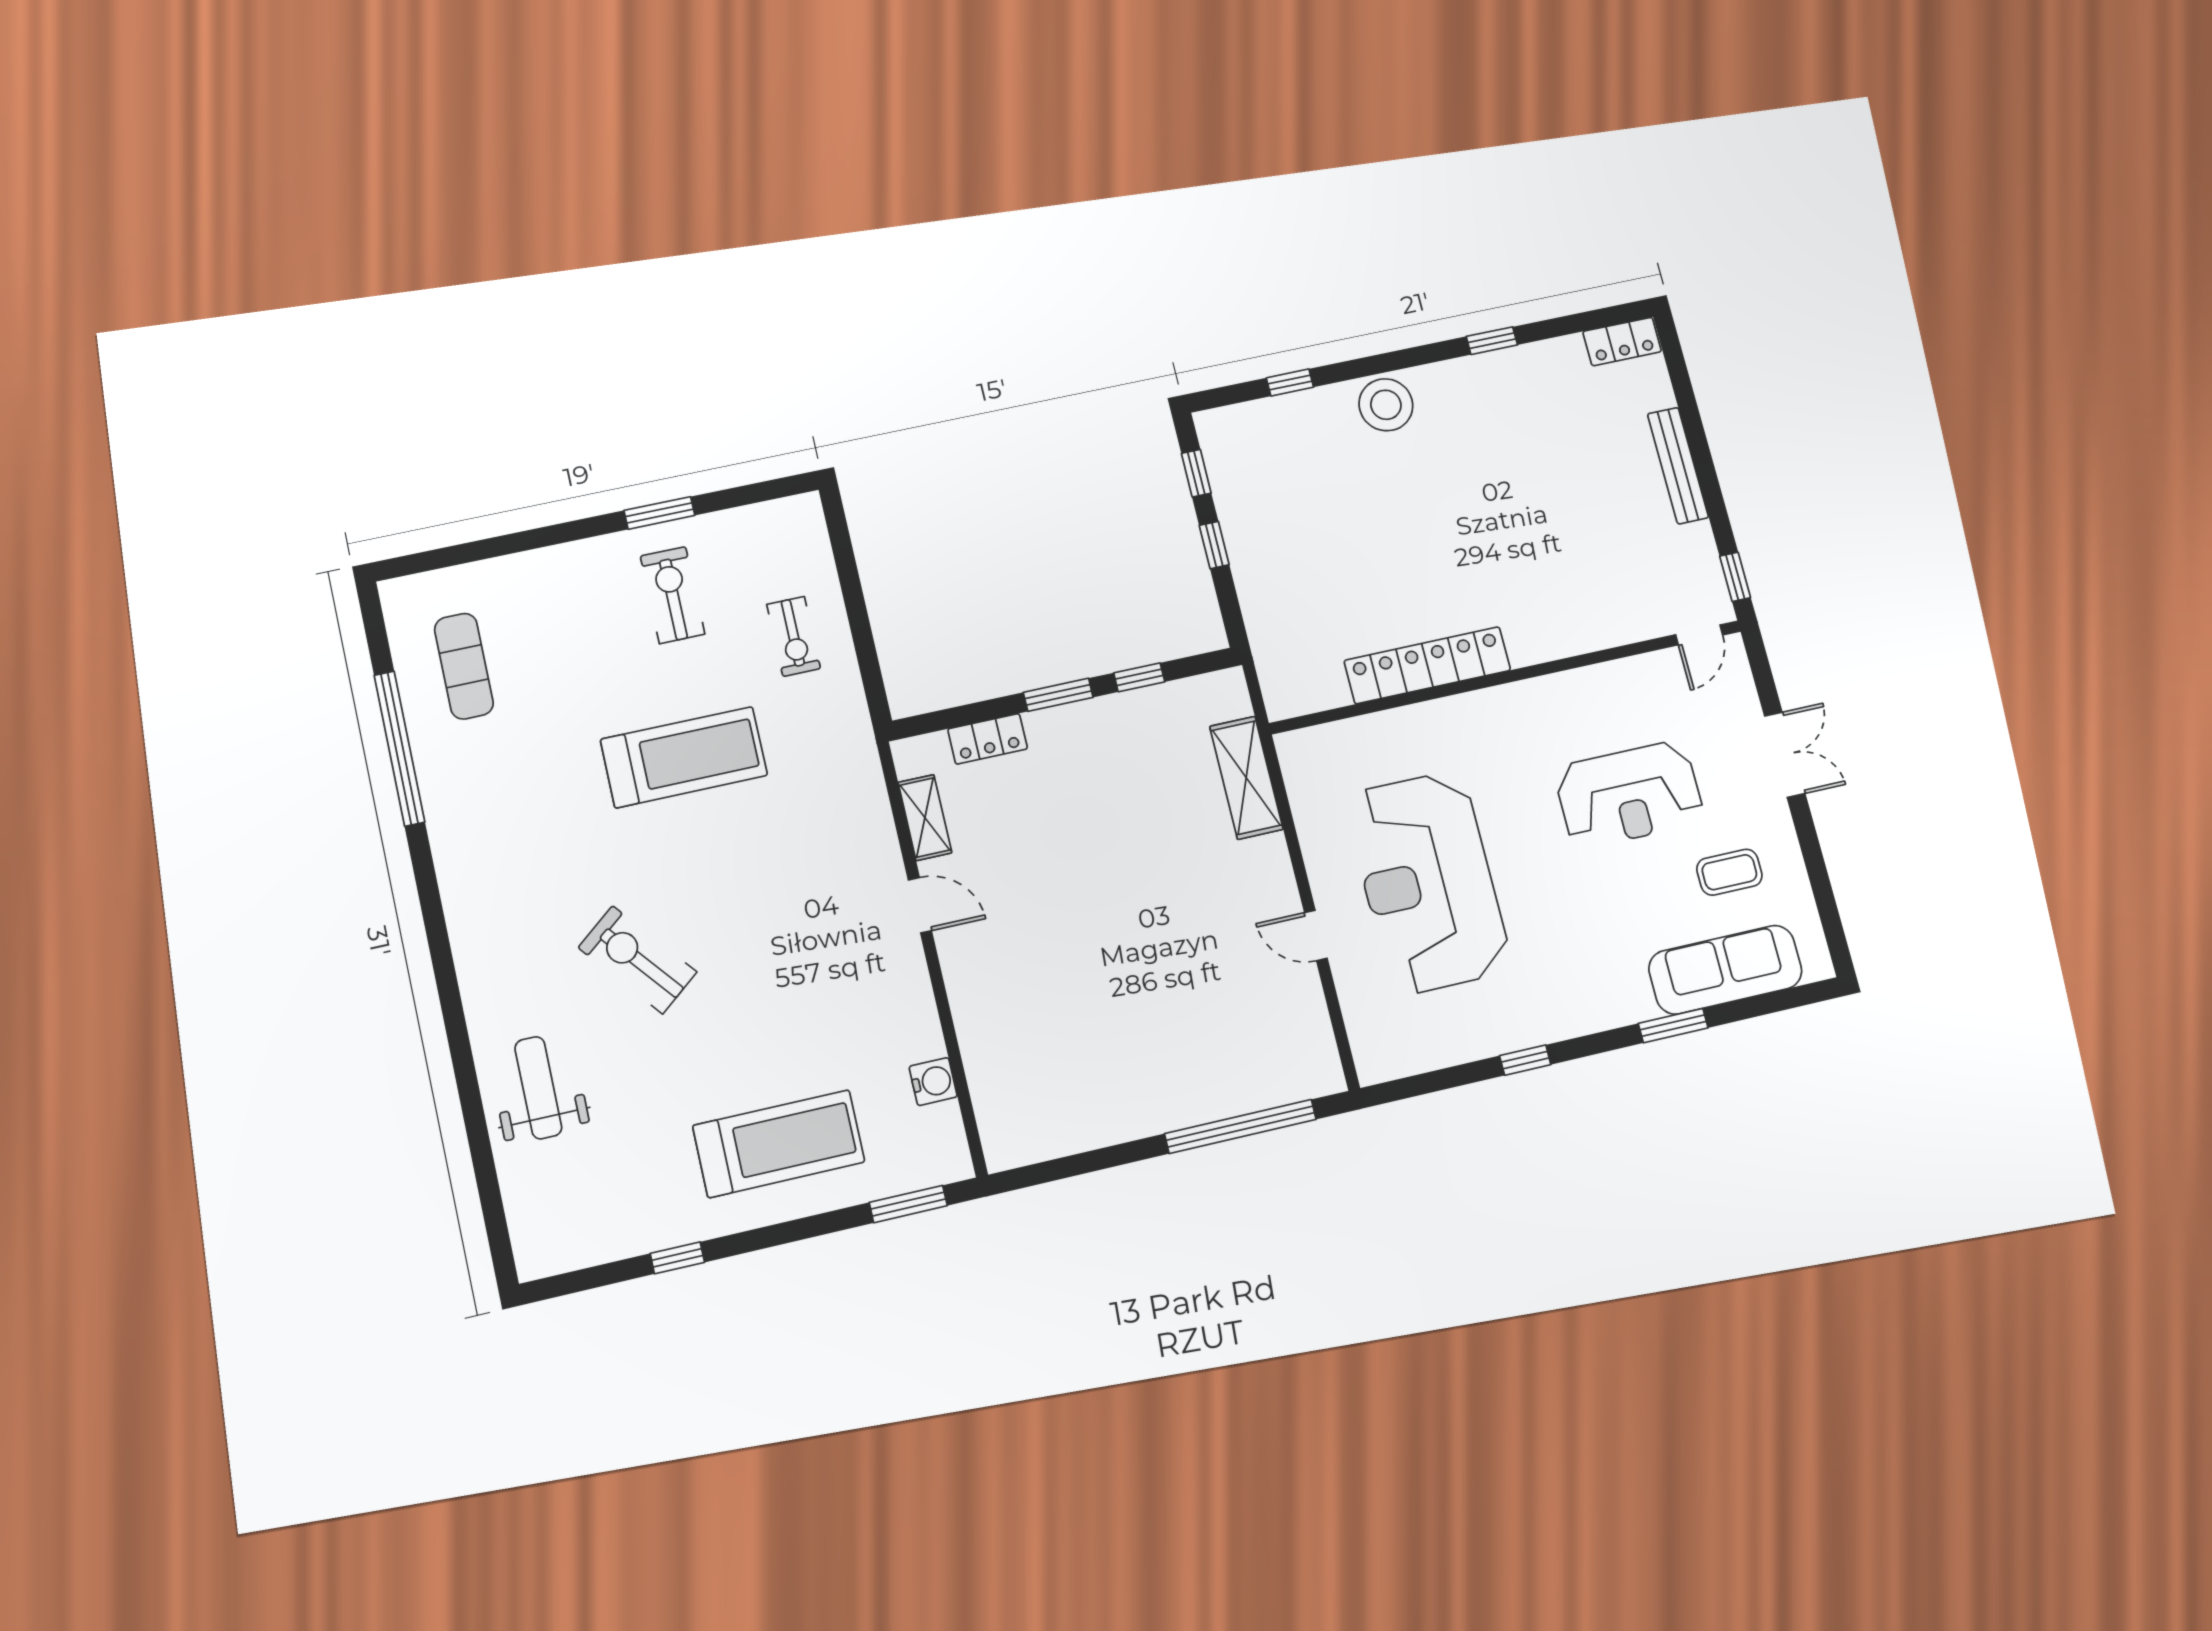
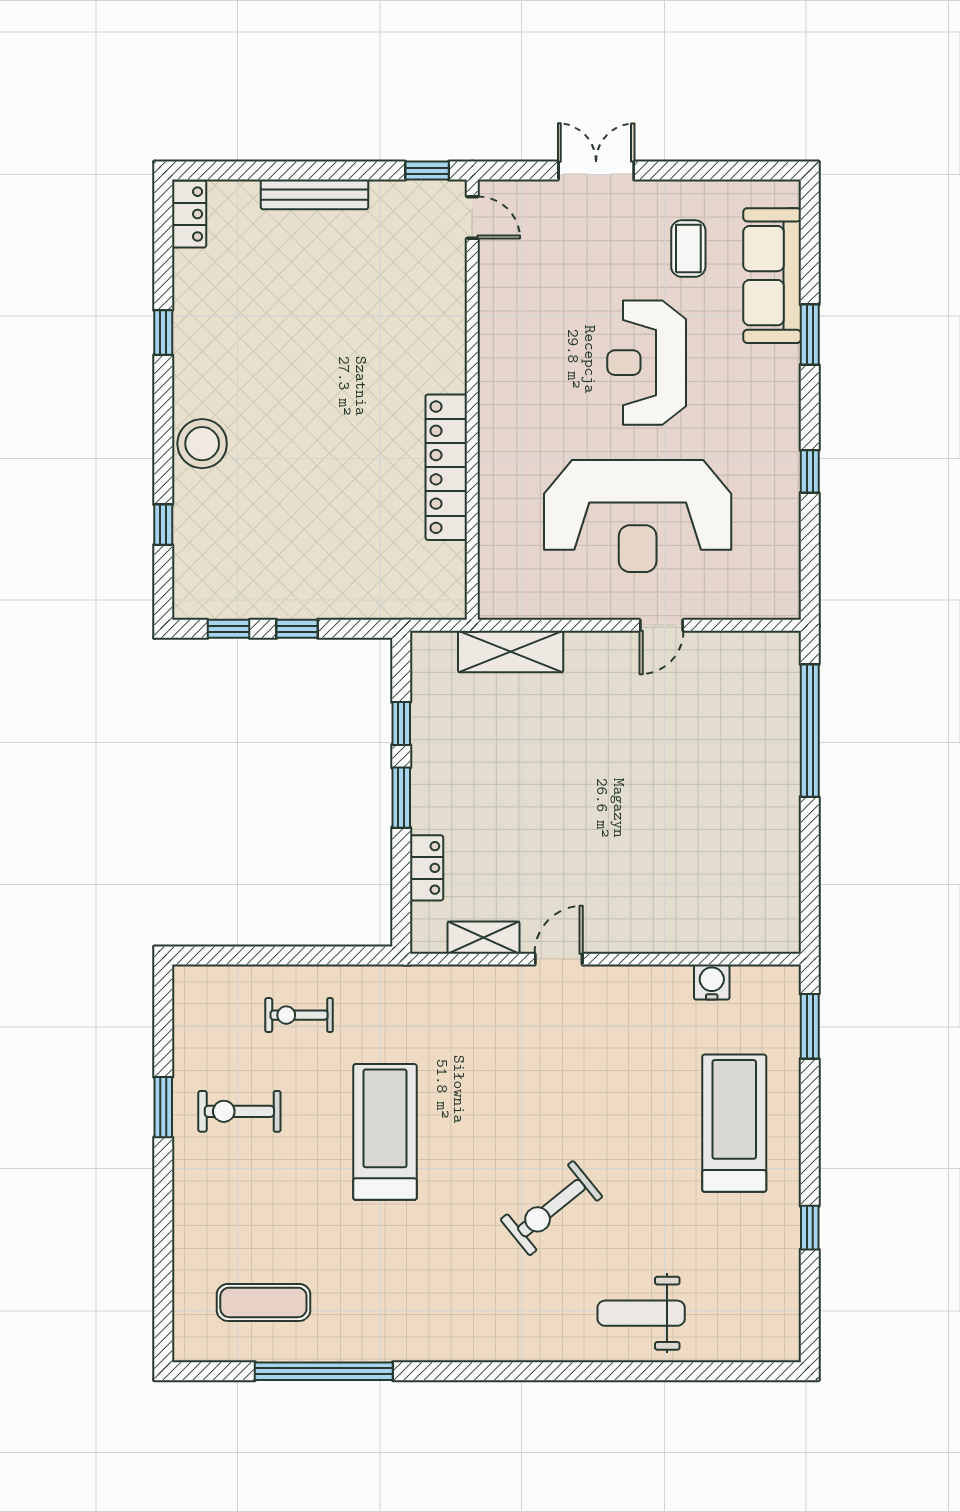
exercise bike: (794, 636) -> (299, 1015), turned 180
reception desk: (1629, 795) -> (647, 363), moved, turned 180

